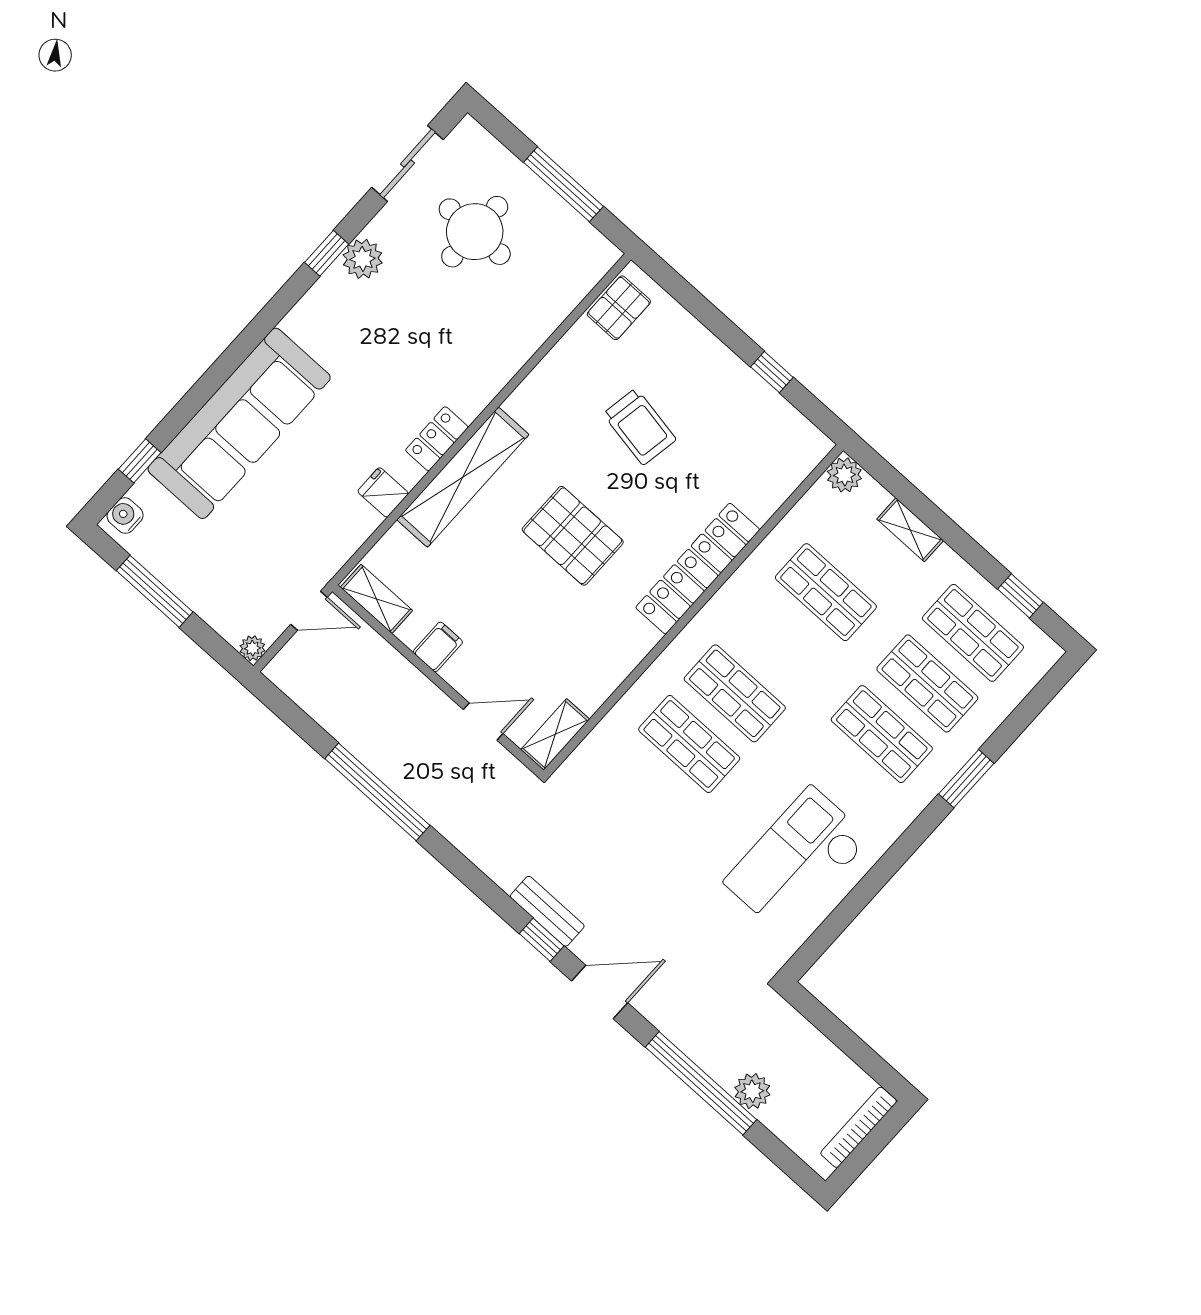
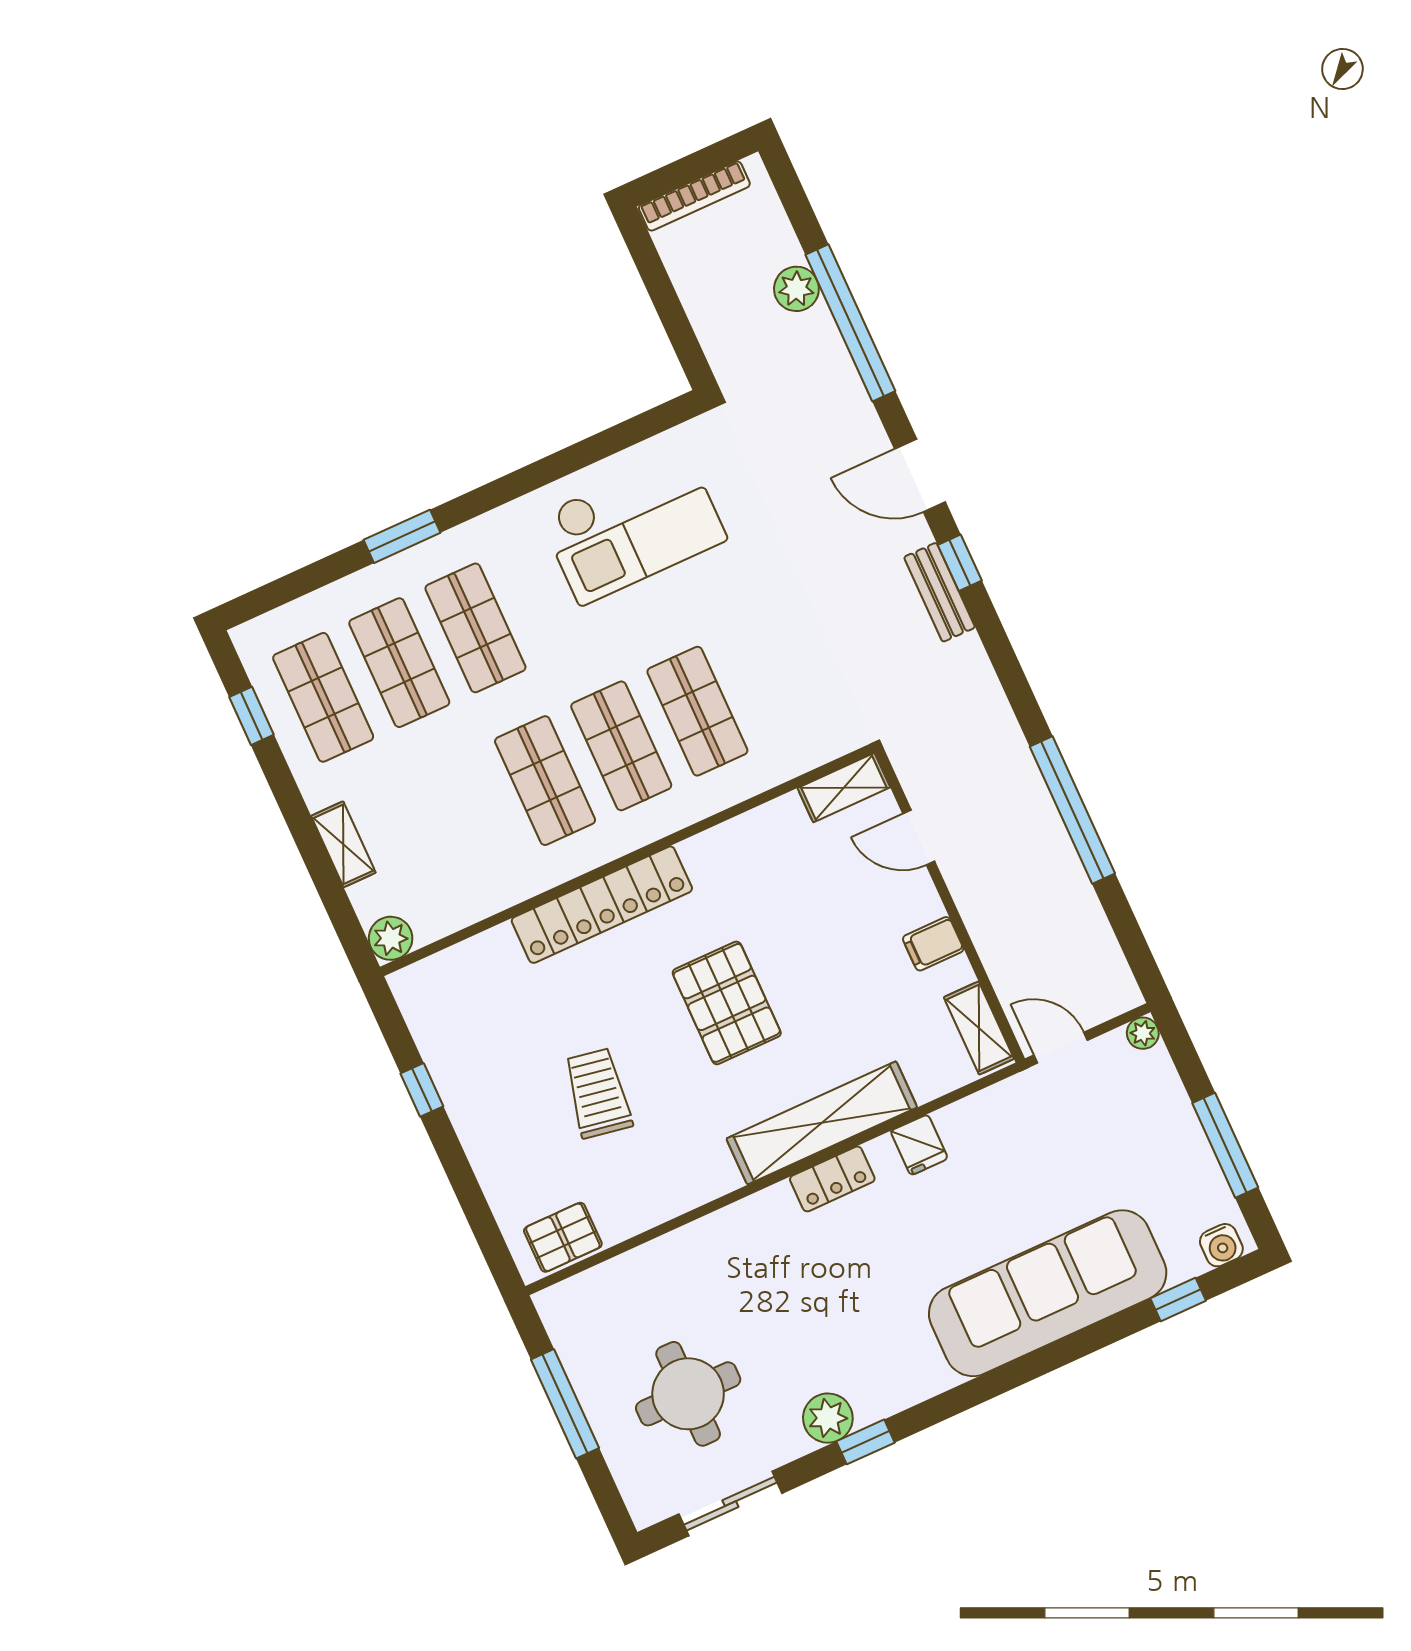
shop shelf: (826, 592) -> (545, 781), moved

